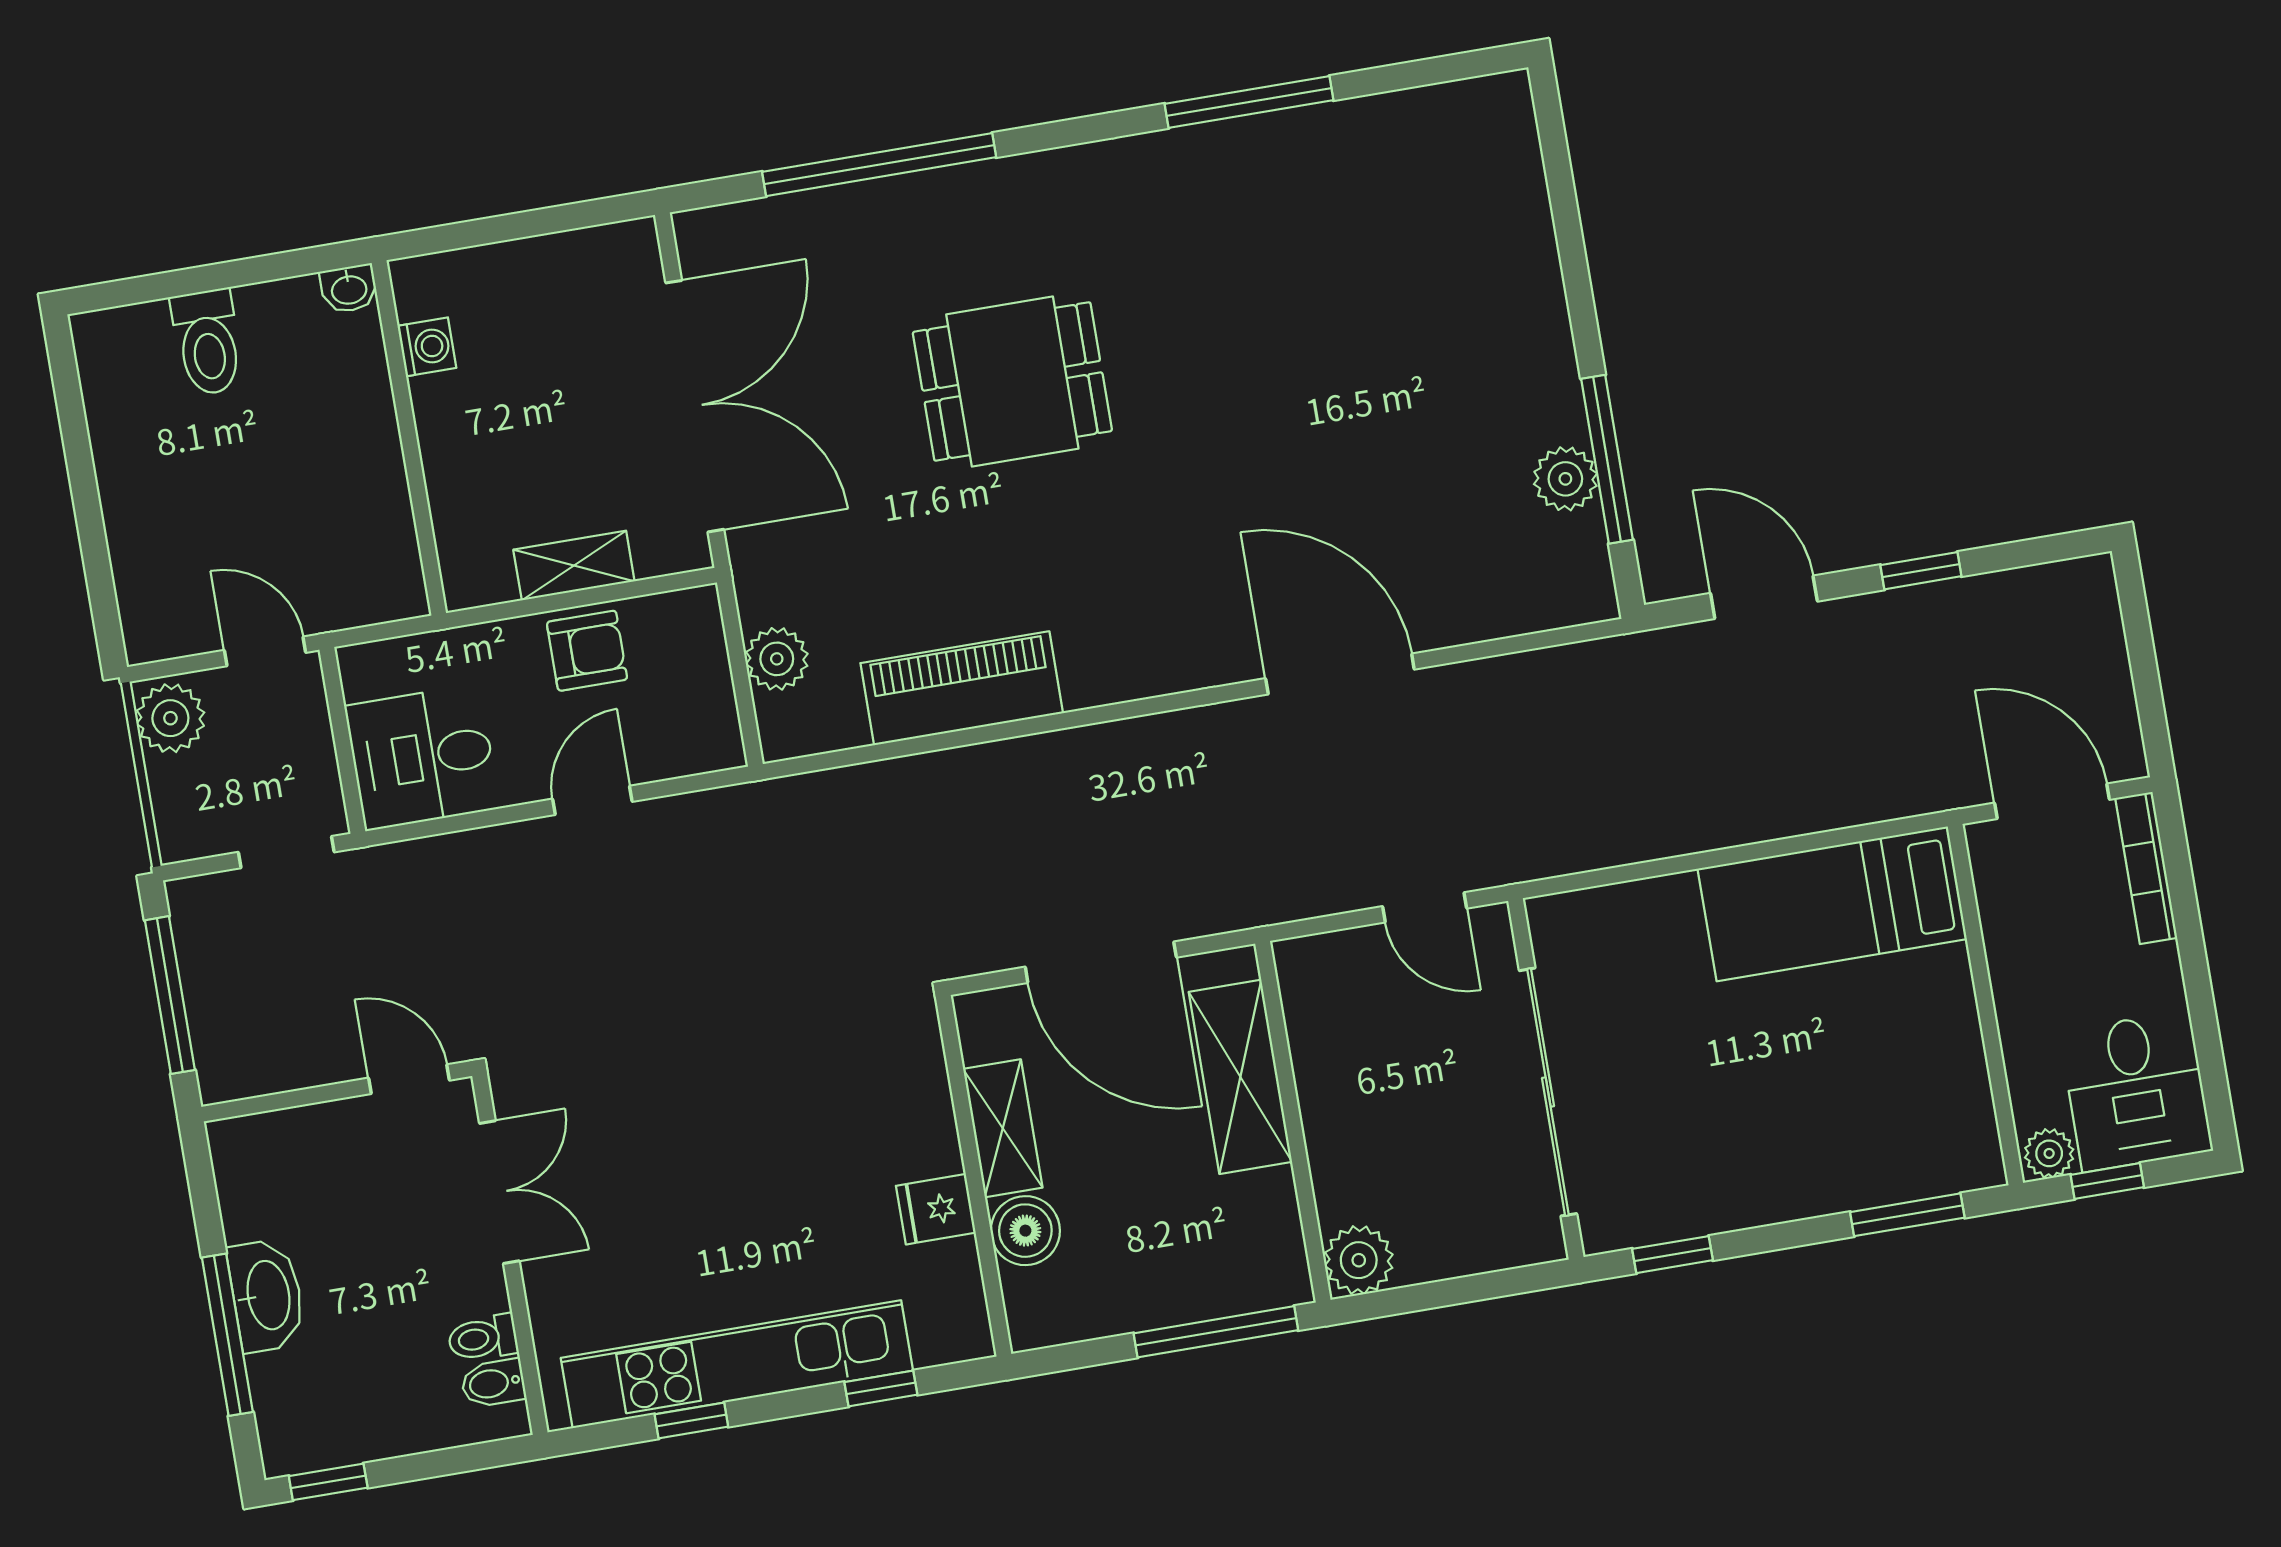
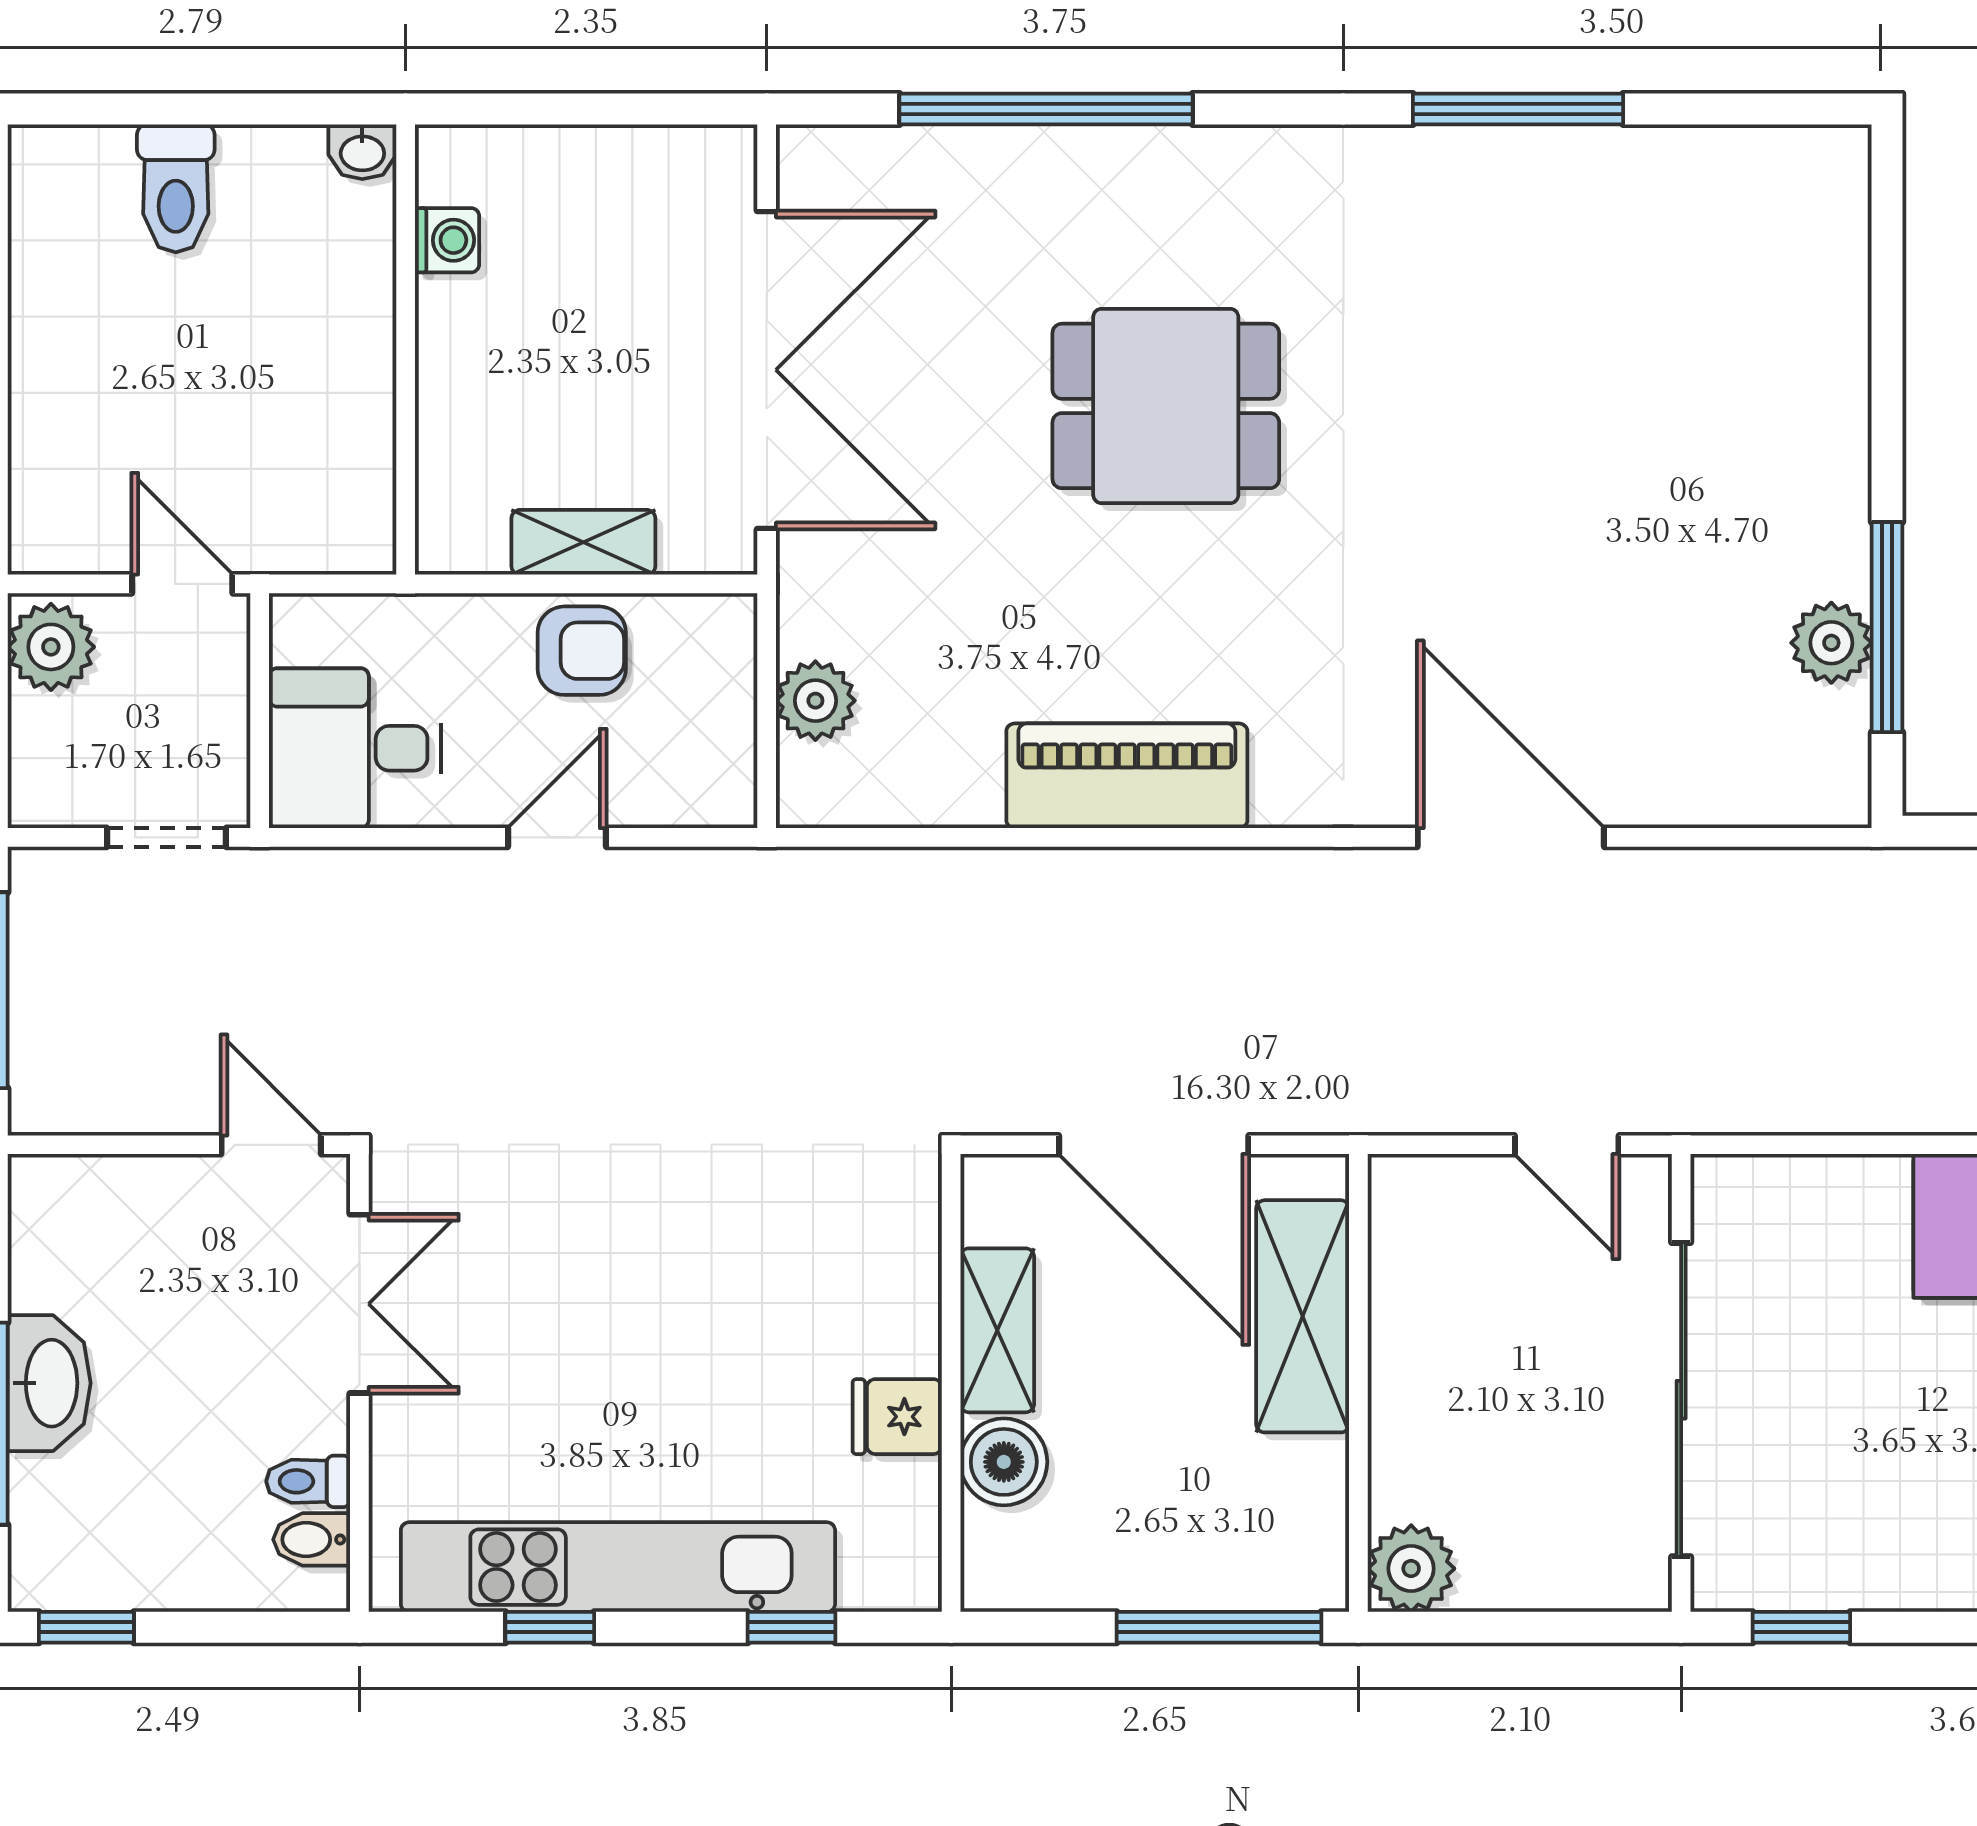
piano: (962, 688) -> (1127, 776), moved

